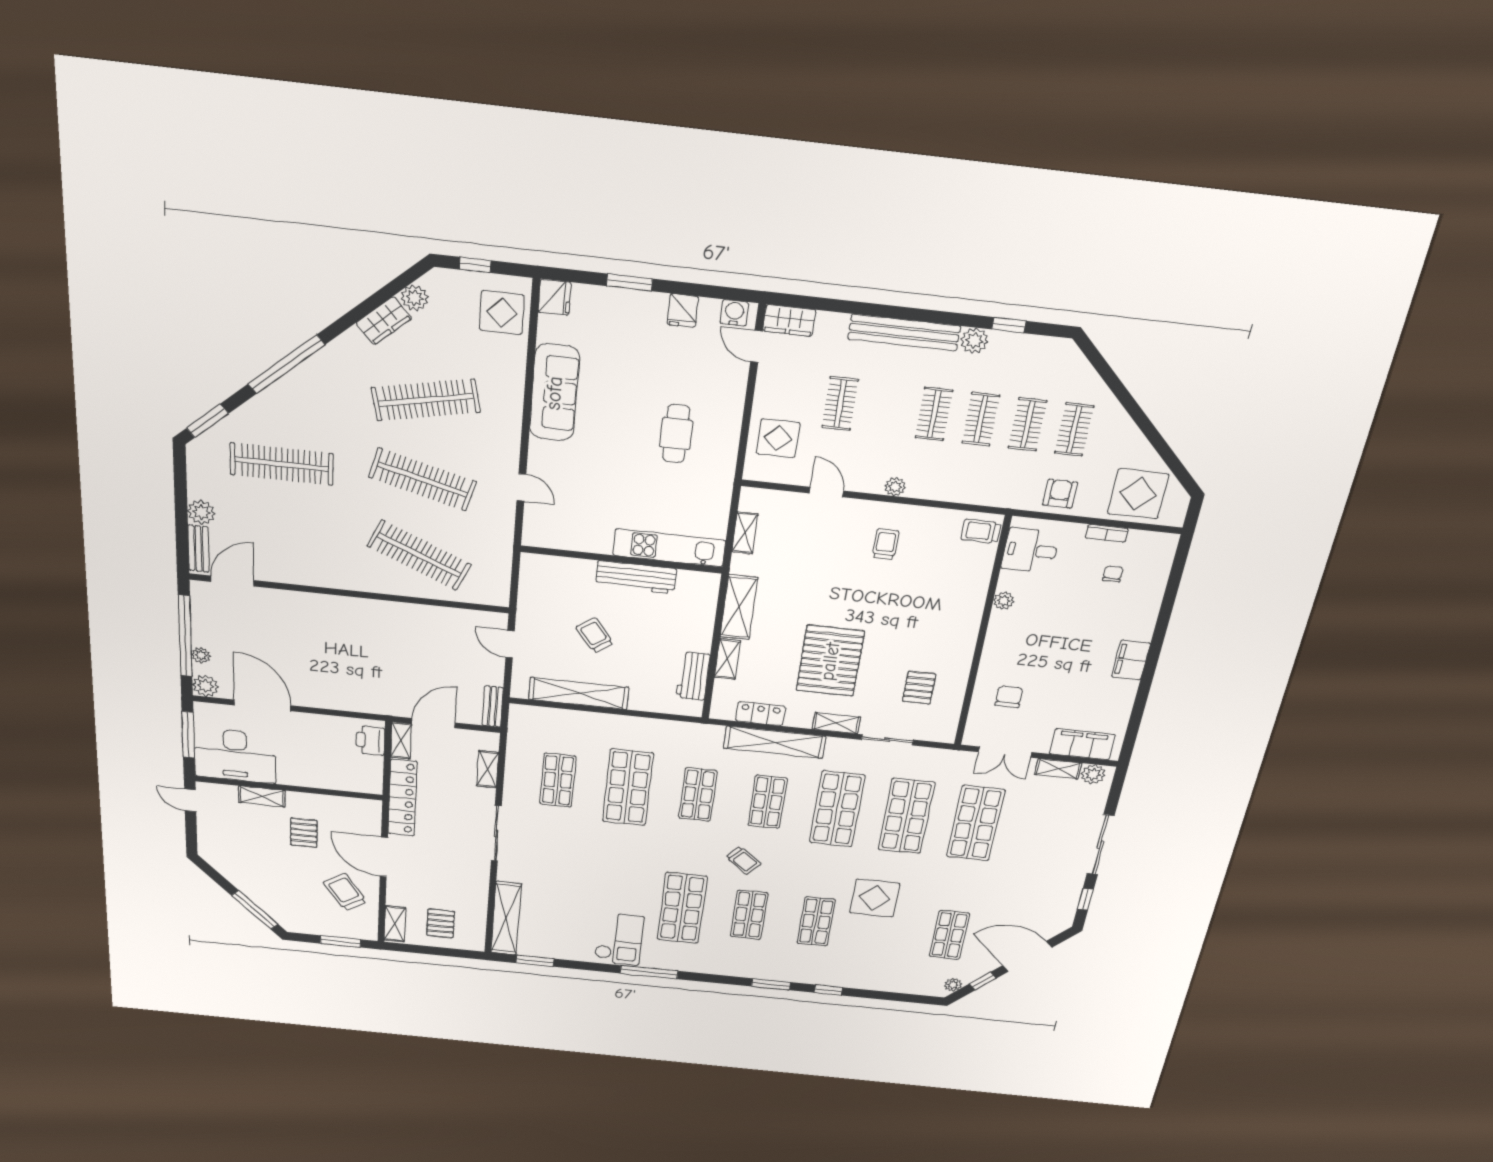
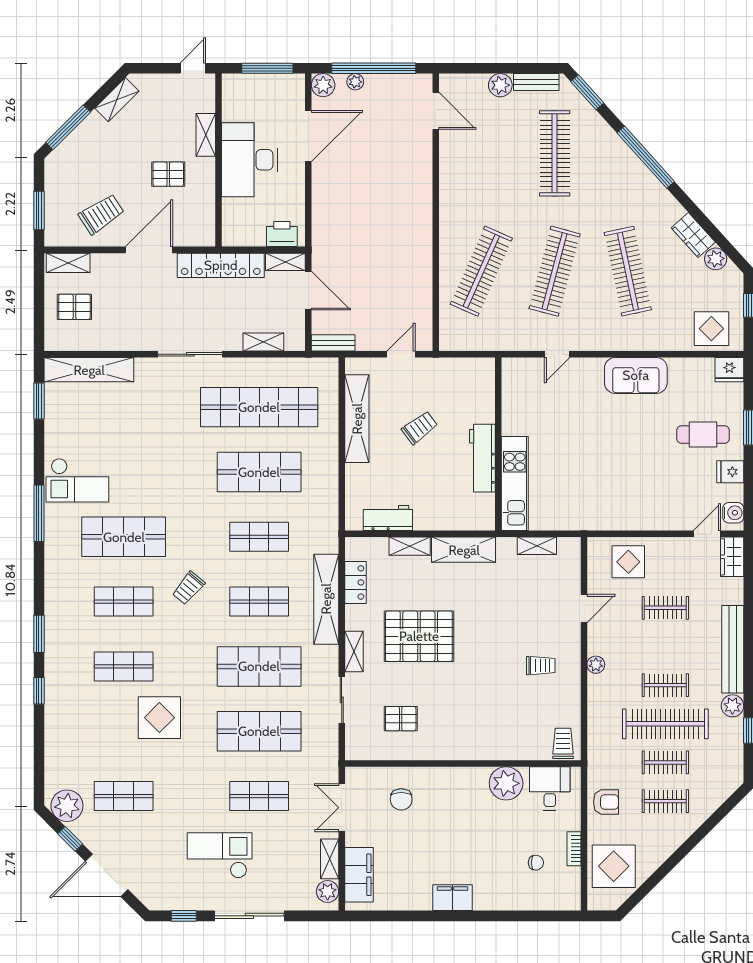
sofa: (554, 393) -> (636, 375), width x0.73
clothes rail: (981, 419) -> (665, 724), width x1.86, depth x1.31
cafe table: (676, 434) -> (703, 435), moved
bench: (199, 549) -> (536, 82), moved
plant: (1004, 601) -> (506, 783), width x1.87, depth x1.87
chair: (1009, 697) -> (401, 799), turned 90
desk: (235, 756) -> (249, 160), moved
shop shelf: (558, 780) -> (259, 407), width x2.00, depth x1.36
shop shelf: (976, 823) -> (259, 796), width x0.70, depth x0.74
checkout: (1030, 863) -> (220, 855), added
shelving: (225, 867) -> (117, 100), added
door: (1027, 956) -> (107, 875), swing flipped
plant: (953, 985) -> (67, 806), width x1.87, depth x1.87

